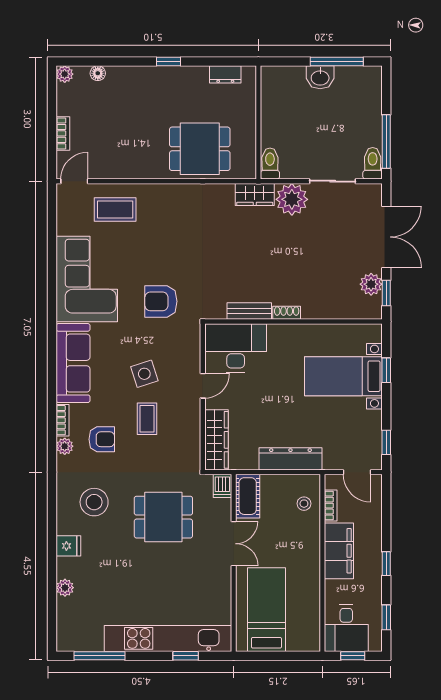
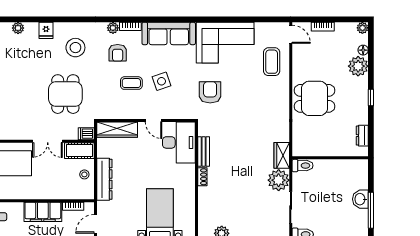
plant: (122, 81) -> (358, 66), added
dining table: (200, 149) -> (314, 98), moved, turned 90
stool: (304, 504) -> (84, 174), moved

